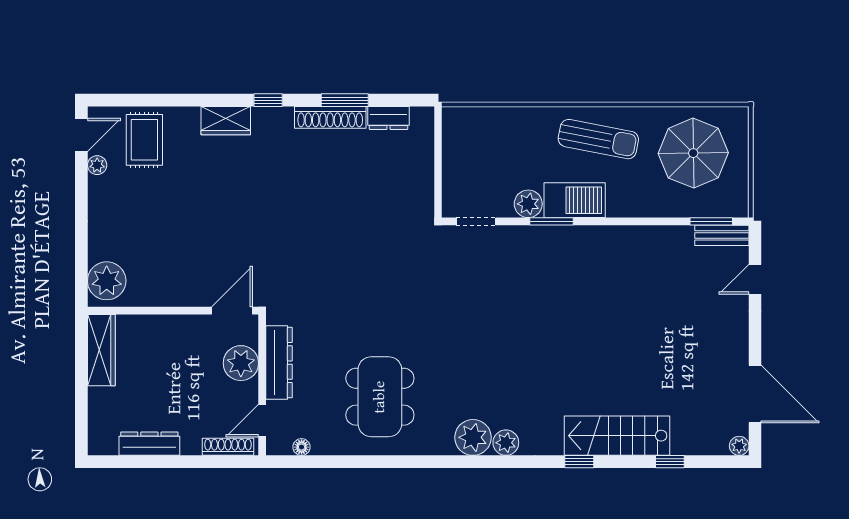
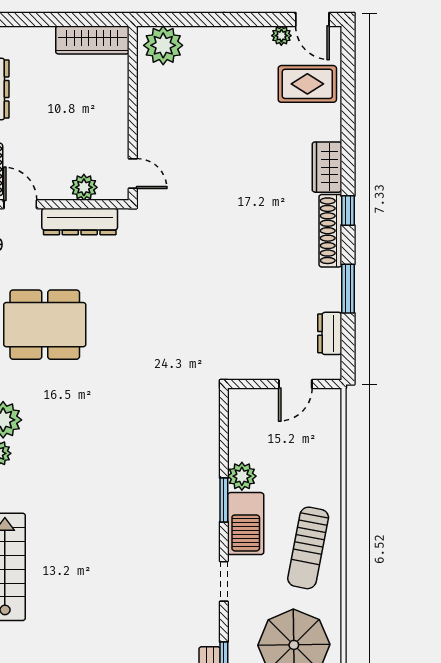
shoe rack: (330, 117) -> (330, 231), moved
door: (438, 152) -> (295, 384), added
doorway: (476, 221) -> (224, 581), moved
door: (232, 311) -> (133, 173), width x0.73
plant: (241, 363) -> (84, 187), width x0.73, depth x0.73

